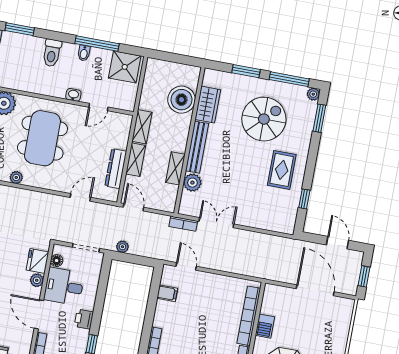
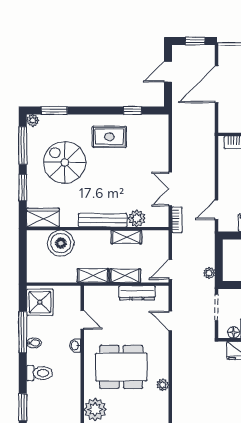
wardrobe: (208, 105) -> (43, 218), moved

